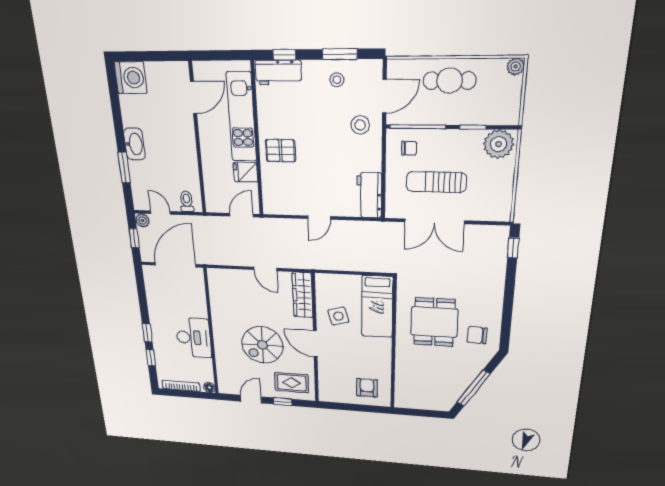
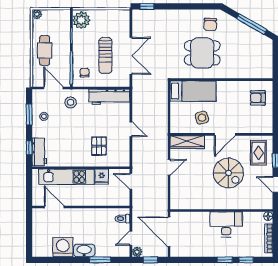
washing machine: (131, 78) -> (63, 247), moved
pallet: (281, 151) -> (99, 146), moved
workbench: (369, 195) -> (109, 97), width x1.38

